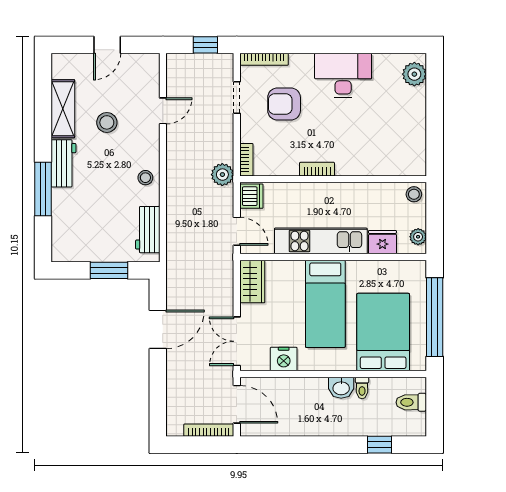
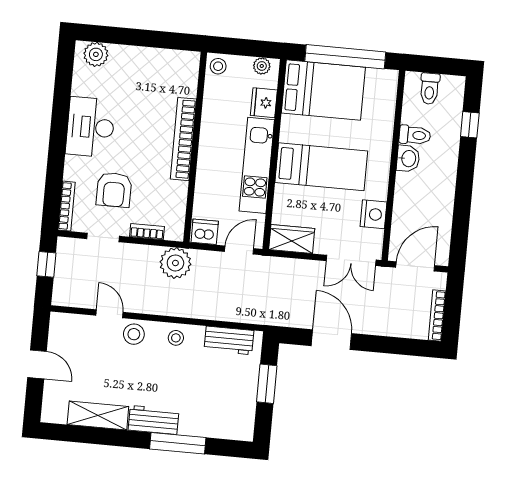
stool: (107, 122) -> (134, 334), moved
bookcase: (246, 160) -> (147, 232), moved
bookcase: (317, 169) -> (183, 139), width x2.31, depth x1.31
plant: (222, 175) -> (175, 263), width x1.36, depth x1.36
bed: (383, 332) -> (323, 90), moved, turned 180
toilet: (362, 388) -> (415, 135), width x1.37, depth x1.39
bookcase: (209, 430) -> (437, 316), moved

